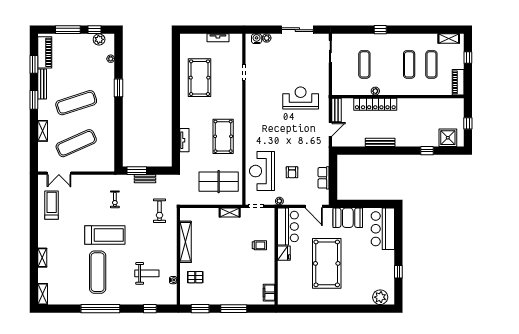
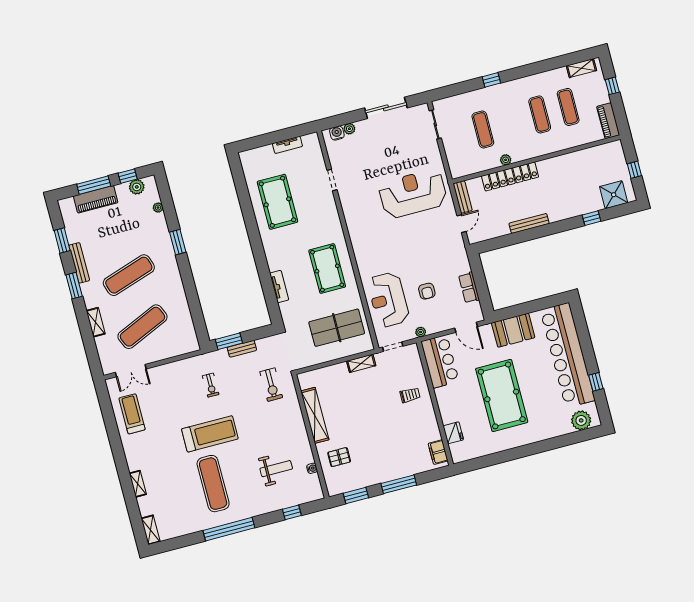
piano: (45, 52) -> (96, 199), moved, turned 90
reception desk: (301, 98) -> (413, 194), width x1.36, depth x1.30
bar counter: (383, 229) -> (568, 355), width x1.86
fridge: (284, 253) -> (453, 433), moved

